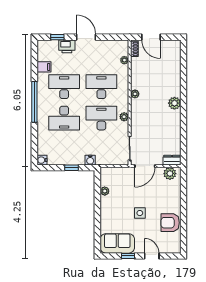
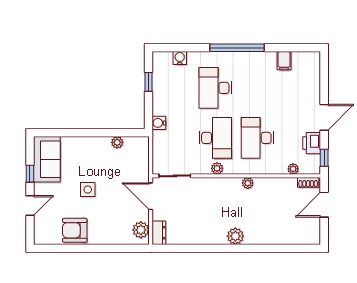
window: (57, 37) -> (324, 158), moved
printer: (67, 46) -> (312, 143), moved
desk: (64, 87) -> (257, 88), removed
desk: (101, 87) -> (257, 138), turned 180
water cooler: (42, 160) -> (180, 58), moved
window: (71, 168) -> (149, 82), moved
armchair: (170, 223) -> (75, 230), turned -90

